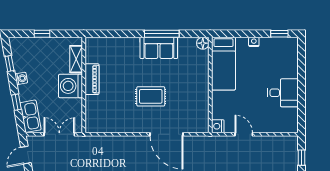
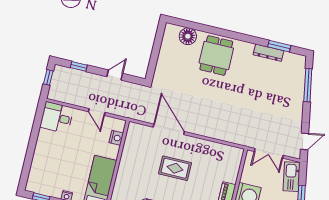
desk: (283, 93) -> (57, 118), moved
nightstand: (218, 126) -> (116, 138), moved

